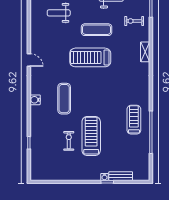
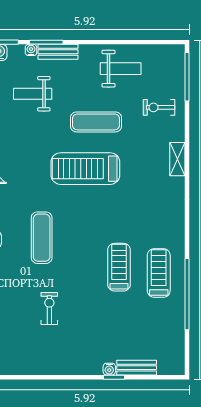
treadmill: (91, 136) -> (119, 267), moved, width x0.73, depth x0.73

